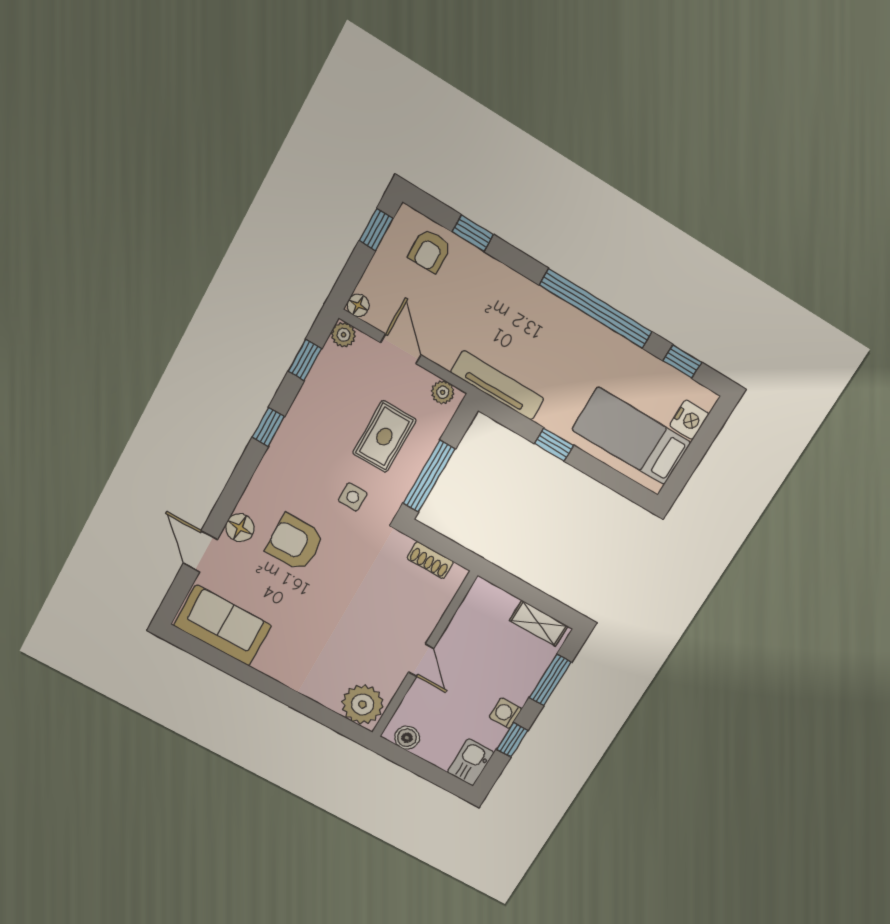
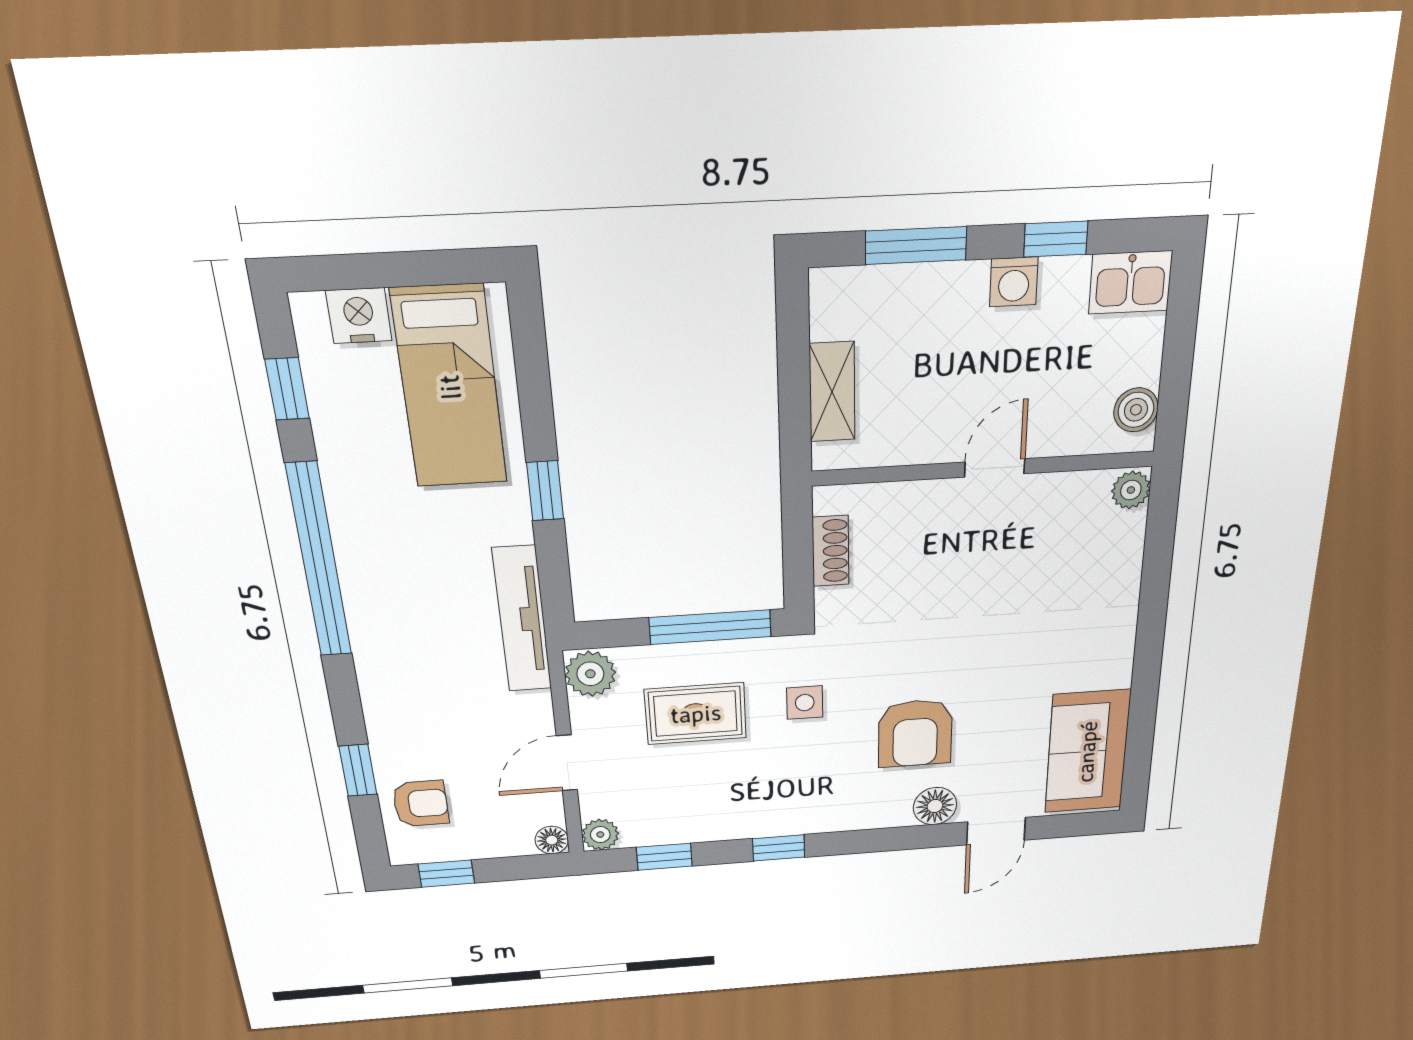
plant: (443, 392) -> (590, 674), width x1.38, depth x1.38
shelving: (539, 623) -> (832, 392), moved
plant: (363, 704) -> (1131, 490), width x0.53, depth x0.53

